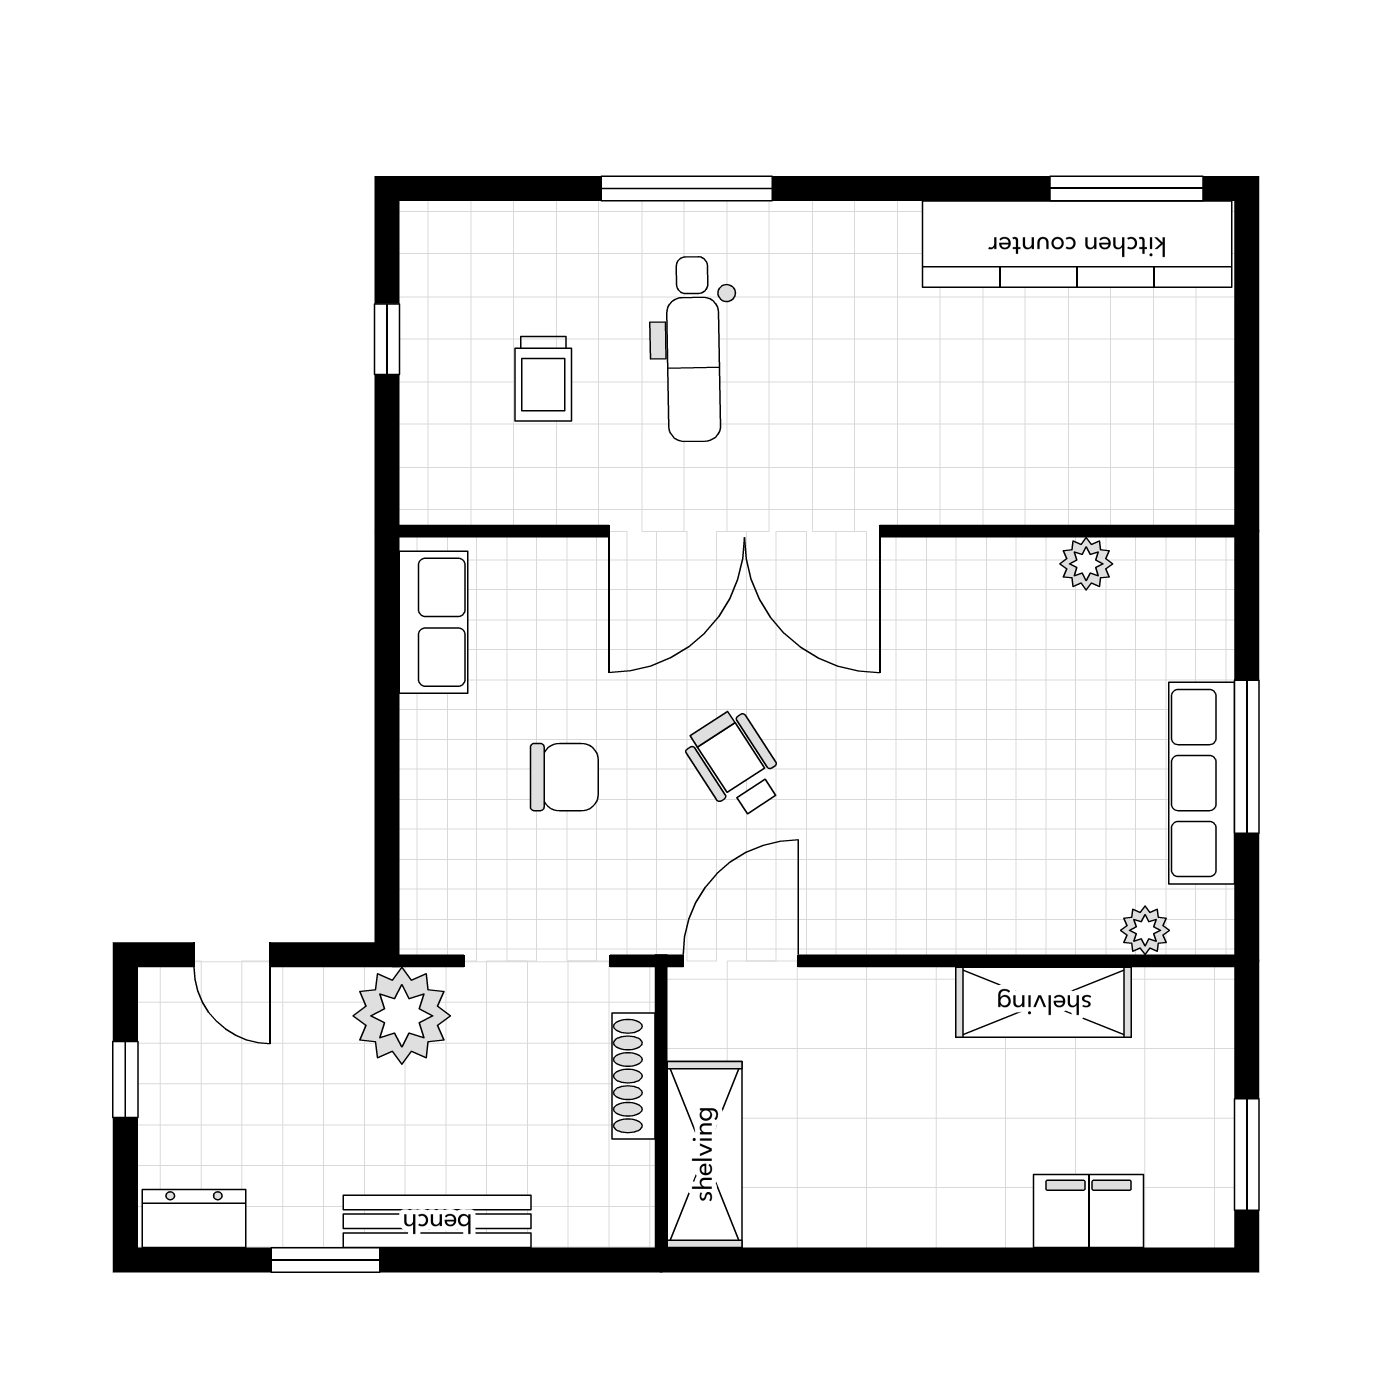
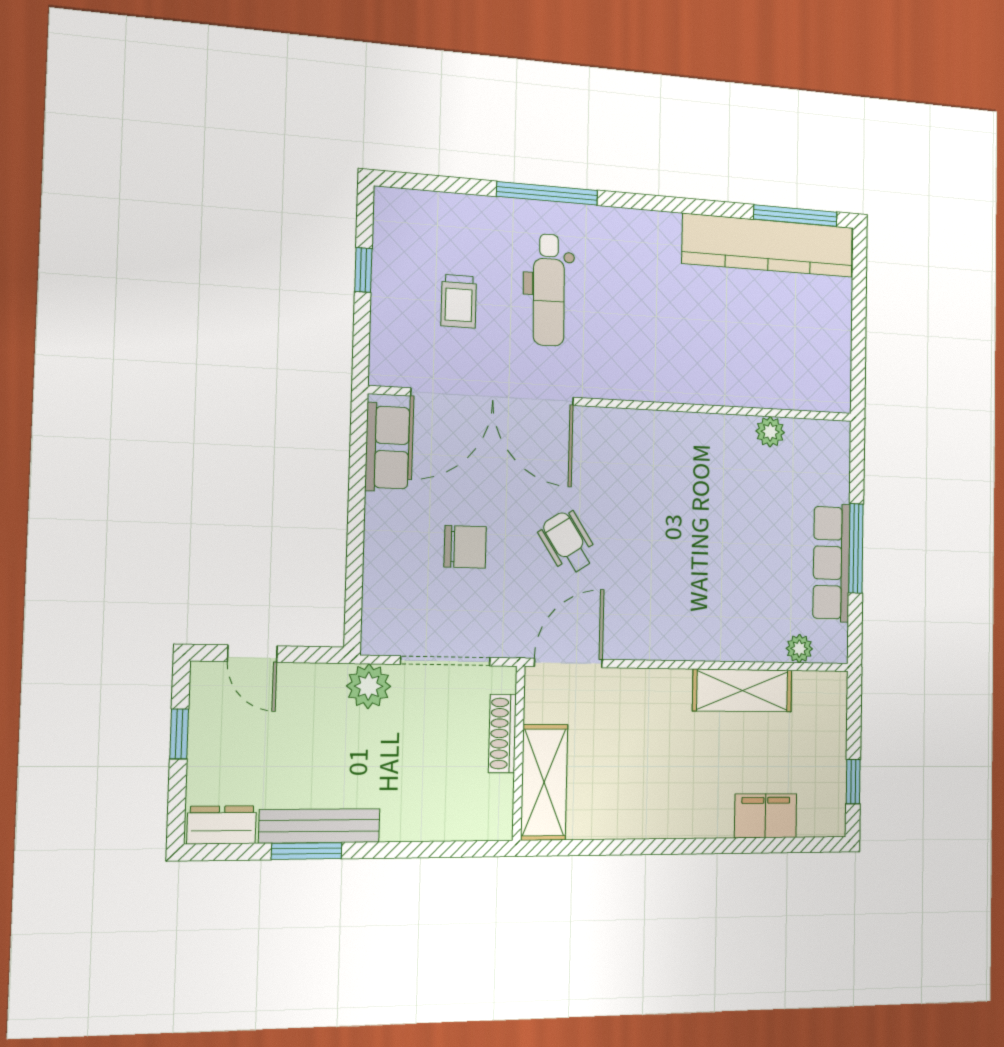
double door: (744, 531) -> (493, 397), moved
plant: (402, 1016) -> (369, 686), width x0.73, depth x0.73
window: (1247, 1154) -> (853, 782), width x0.67
bench: (437, 1221) -> (320, 826), moved

